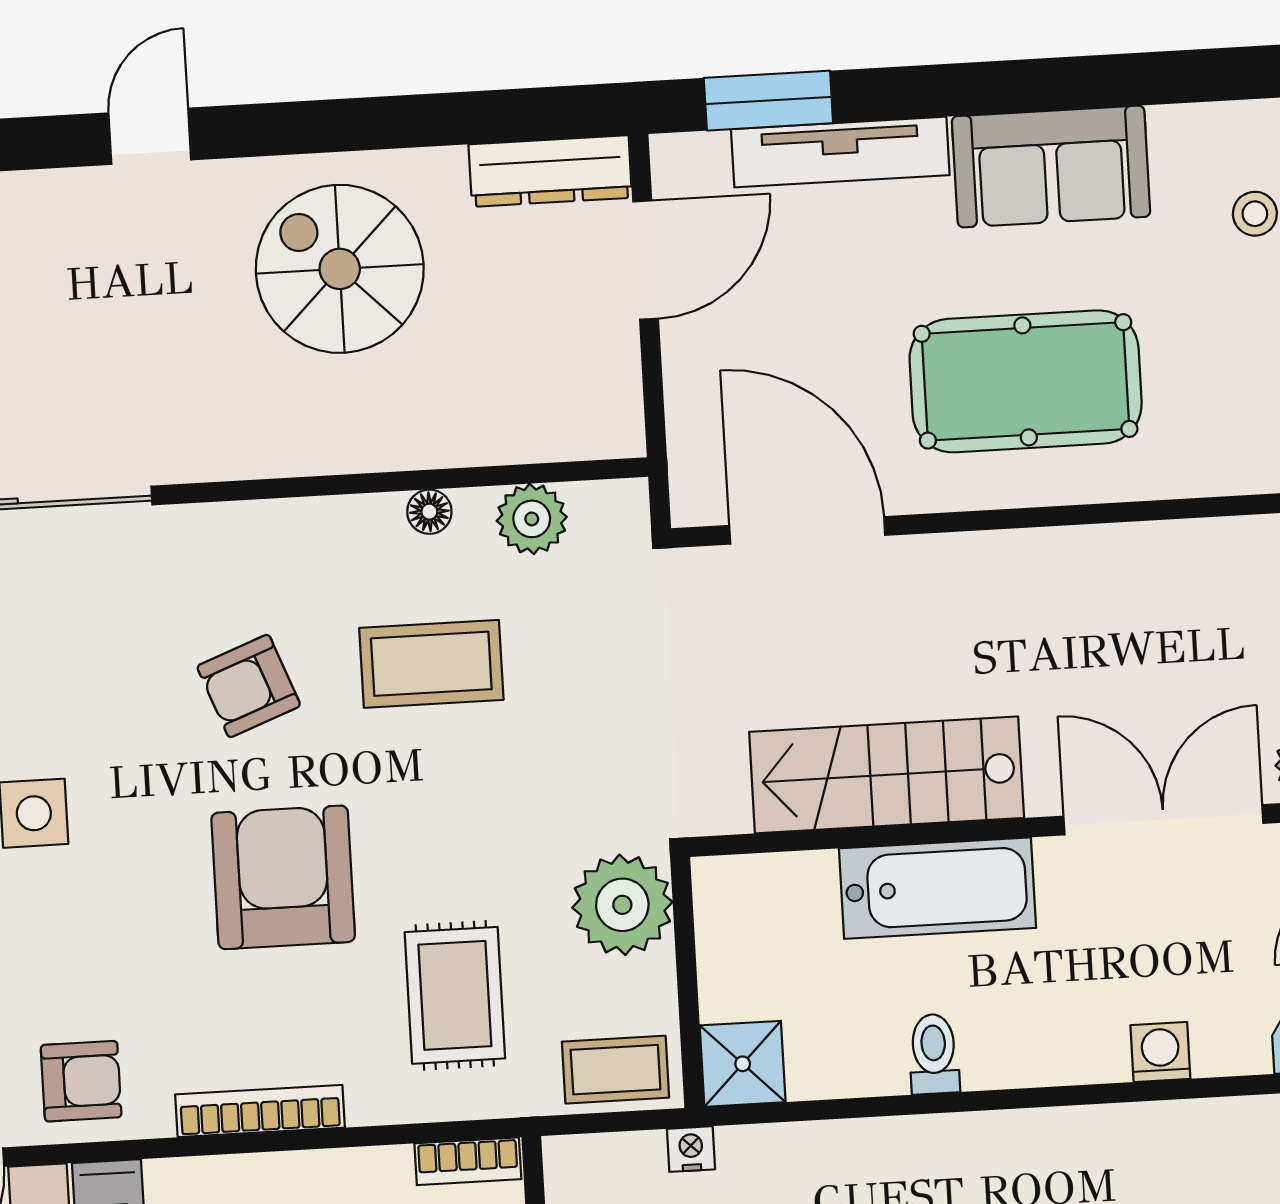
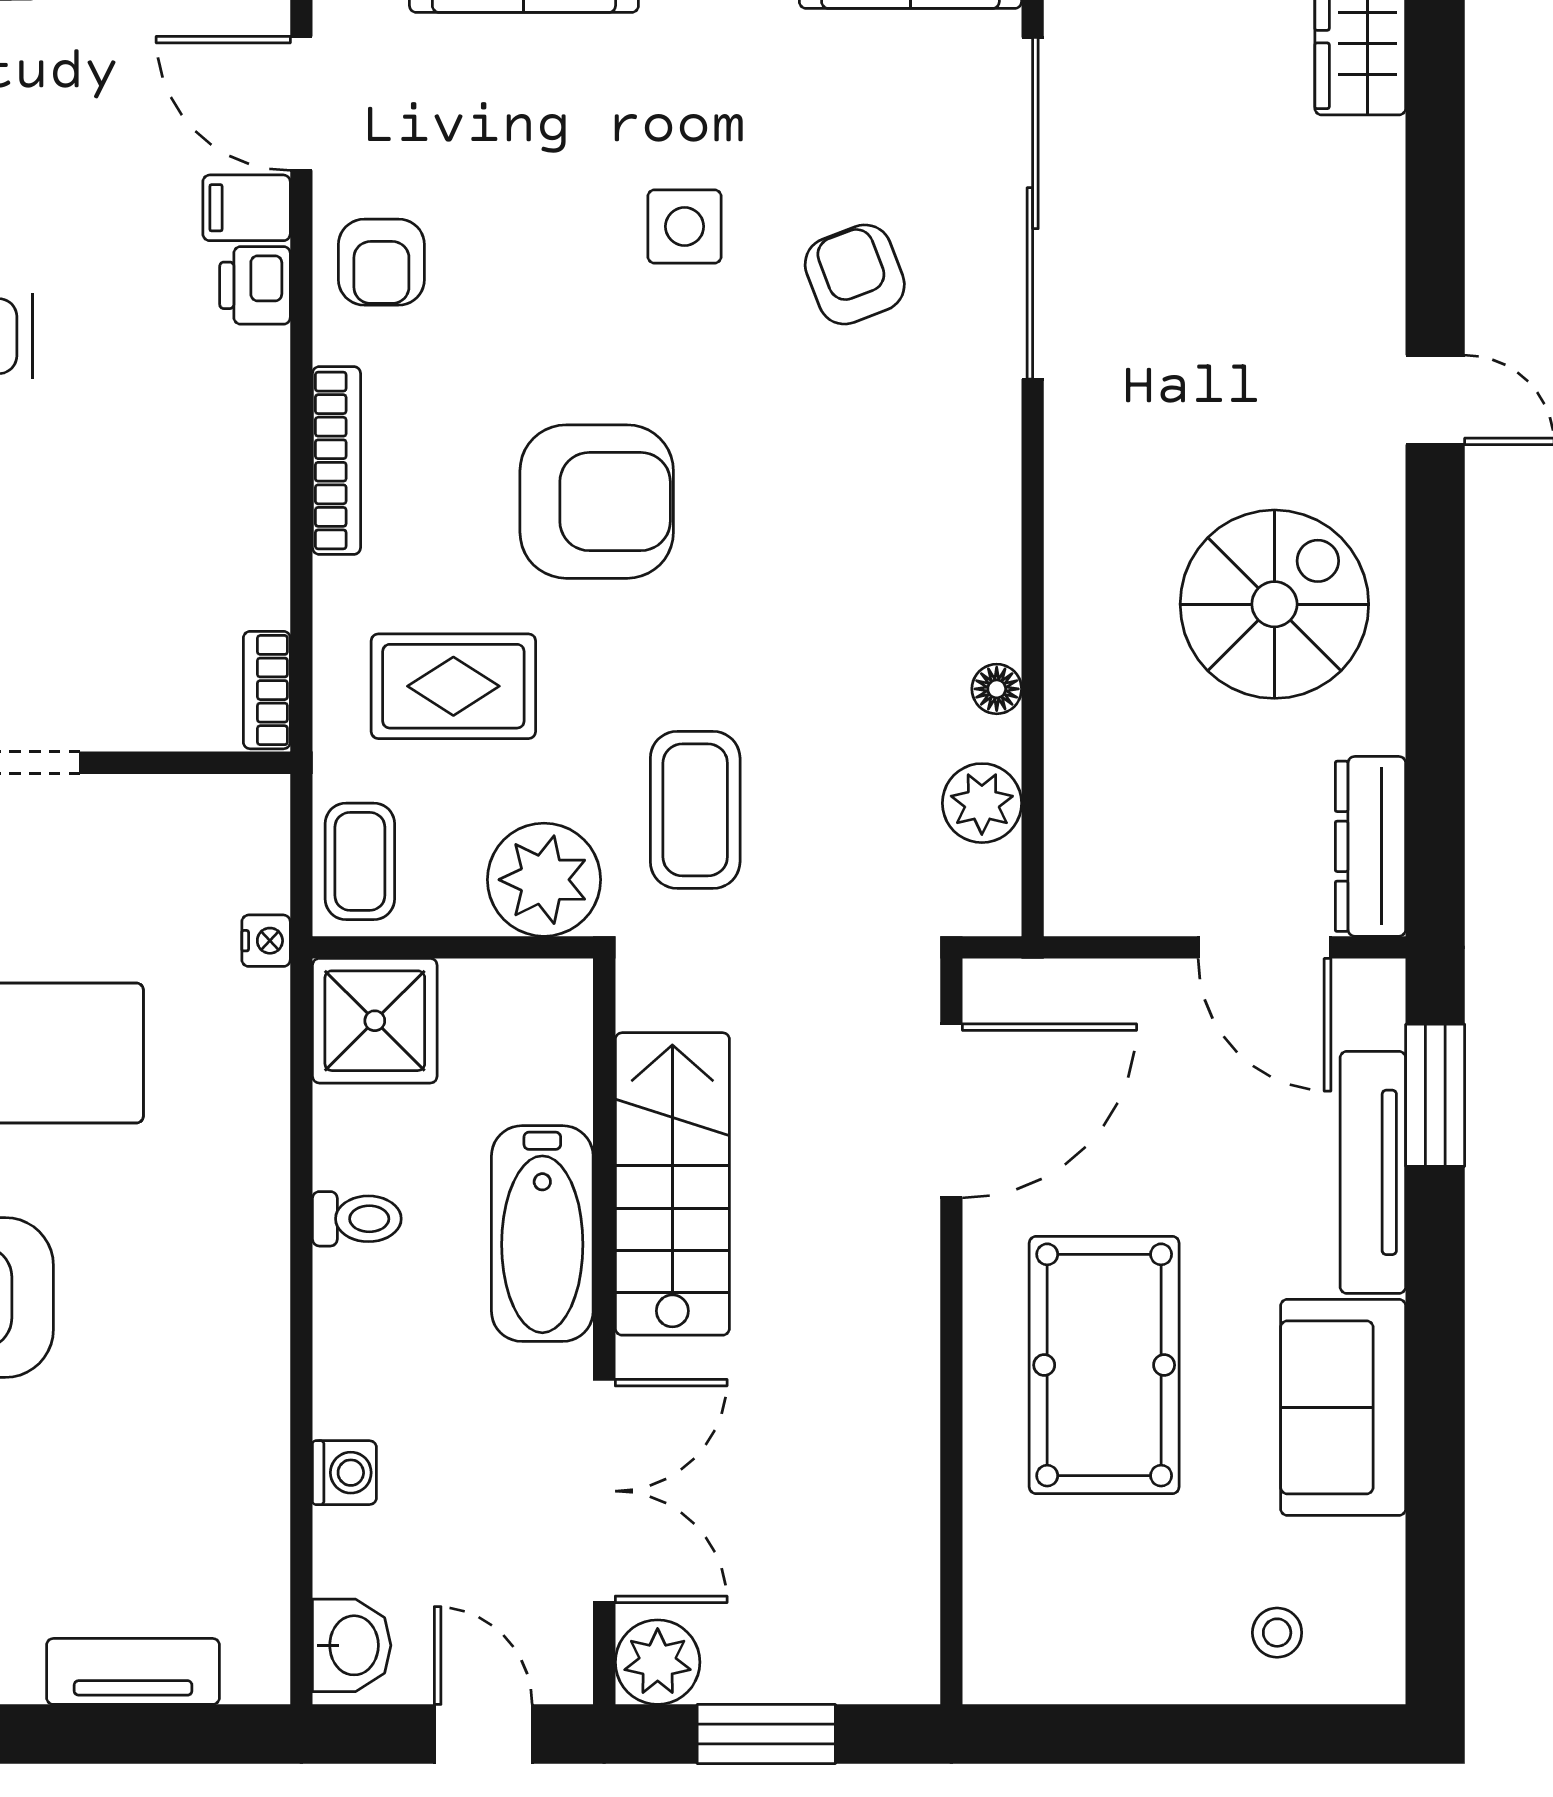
coffee table: (431, 664) -> (695, 810), moved
armchair: (249, 686) -> (855, 274), moved
shower: (743, 1064) -> (375, 1021), width x1.36, depth x1.36

